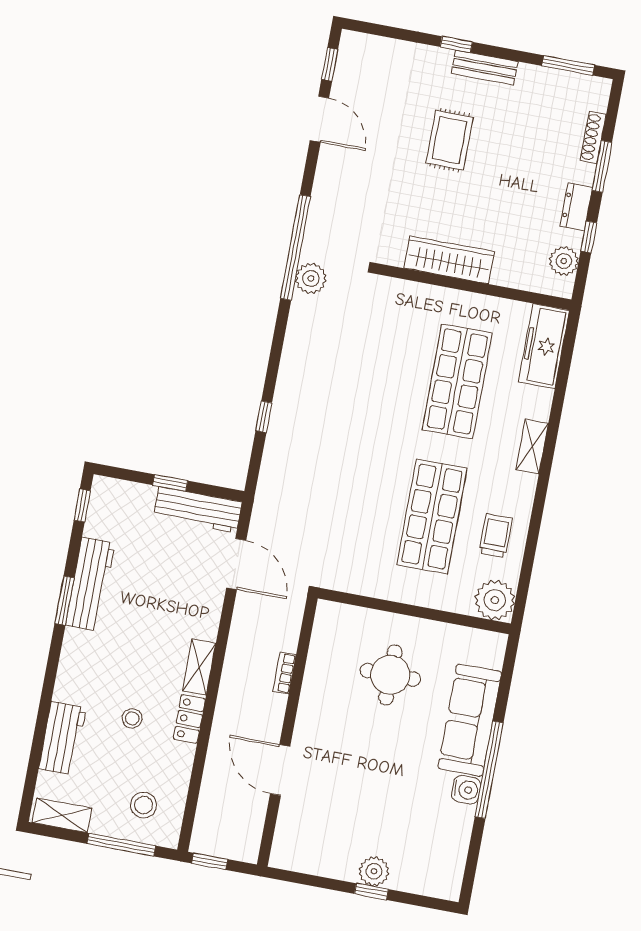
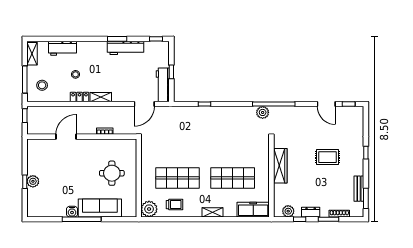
bench: (485, 67) -> (359, 189), moved
door: (319, 119) -> (326, 104), hinge flipped

